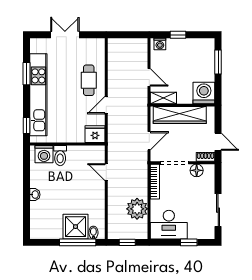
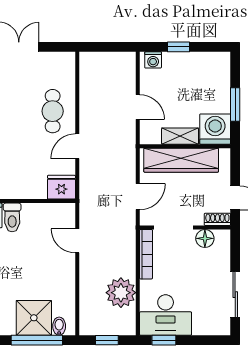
window: (218, 62) -> (235, 104), moved
shelving: (163, 98) -> (180, 136), moved
window: (189, 242) -> (164, 340), moved

